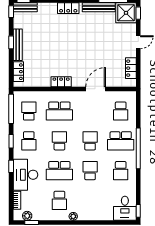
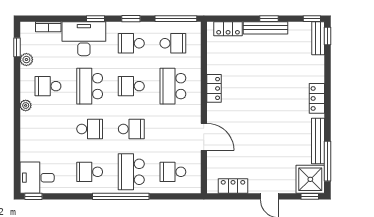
school desk: (59, 141) -> (131, 86), turned 180
plant: (27, 216) -> (26, 60), moved

